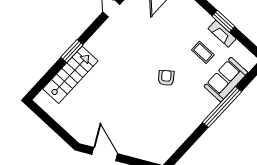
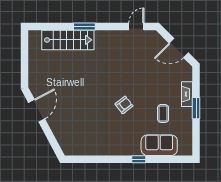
fireplace: (222, 34) -> (187, 94), moved
window: (222, 107) -> (139, 159), width x0.32

